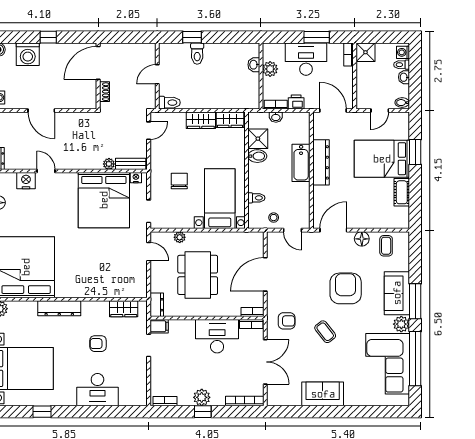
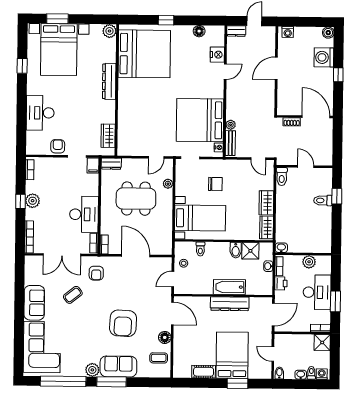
washbasin: (254, 65) -> (281, 248), moved
armchair: (346, 288) -> (123, 323), turned 93
coffee table: (325, 332) -> (73, 295), moved
armchair: (98, 344) -> (58, 146), moved
corner sofa: (388, 364) -> (42, 347), moved, turned 90

